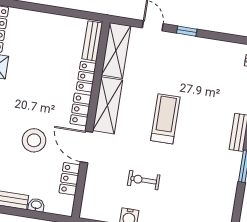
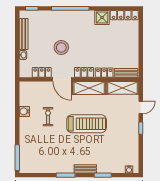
treadmill: (165, 119) -> (87, 124), width x1.37, depth x1.38
door: (86, 147) -> (62, 79), swing flipped

